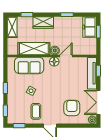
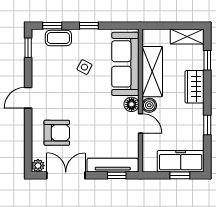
freezer: (90, 27) -> (181, 161), width x1.40
sofa: (29, 65) -> (125, 64), width x1.36
coffee table: (36, 111) -> (58, 38), moved

